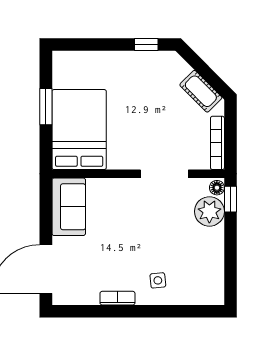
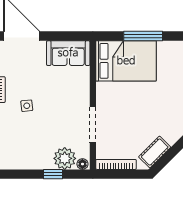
window: (46, 107) -> (143, 36), width x1.44
window: (230, 199) -> (53, 174), moved
side table: (158, 280) -> (27, 106), moved

